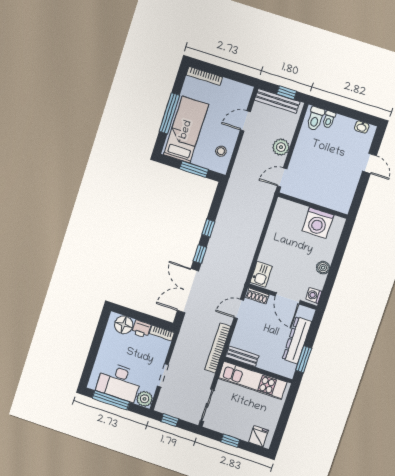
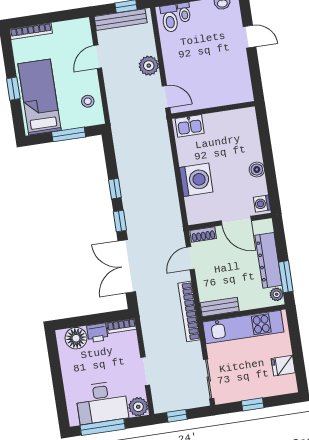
window: (169, 113) -> (13, 89), width x0.46
door: (282, 177) -> (166, 97), swing flipped
washing machine: (318, 223) -> (196, 180), moved, turned -90
kitchen sink: (261, 274) -> (190, 126), moved, turned 90
plant: (290, 369) -> (277, 294), added
fridge: (259, 436) -> (283, 366), moved, turned -90

